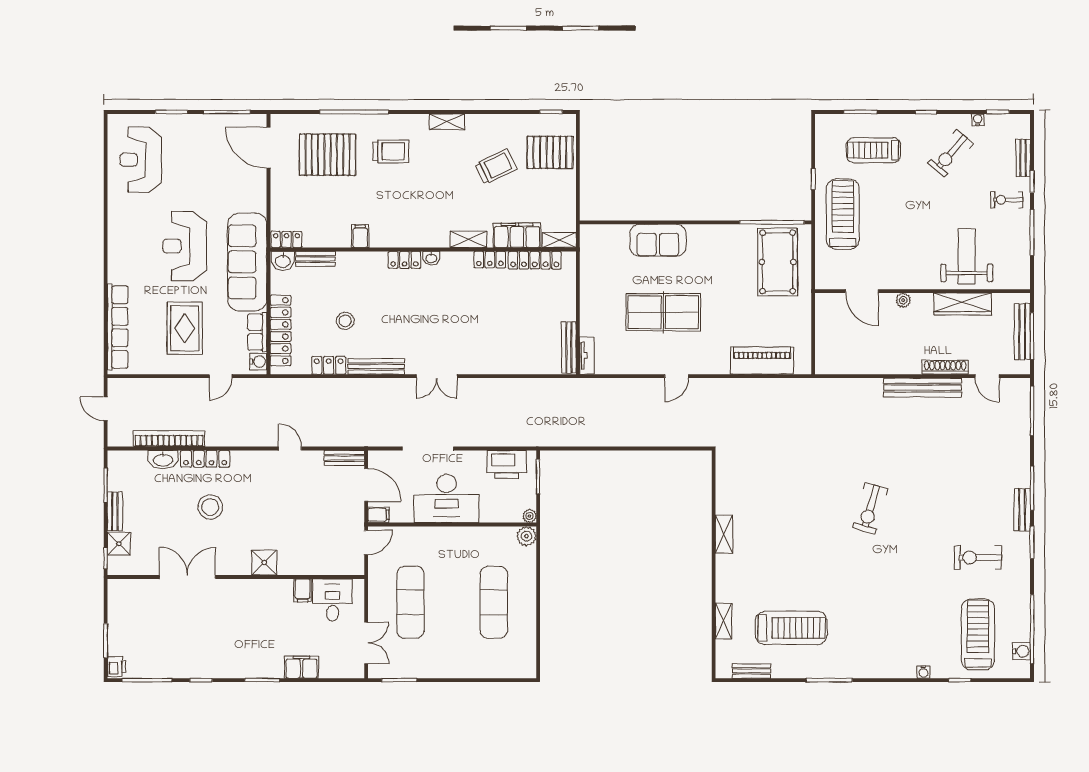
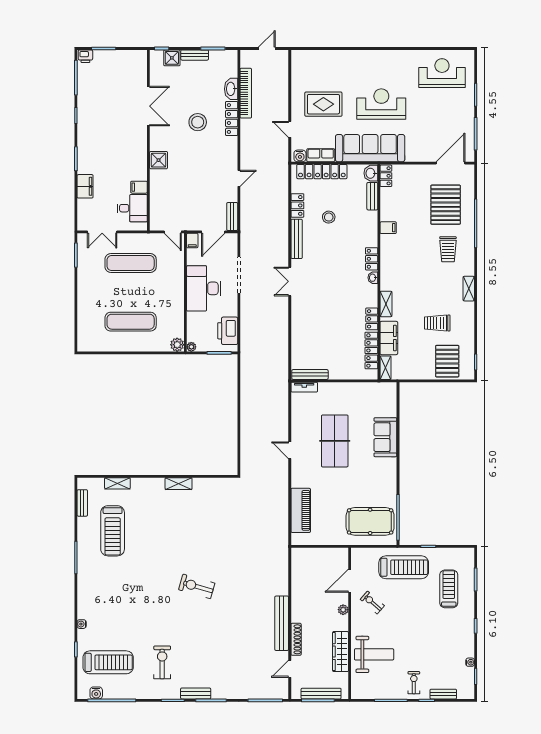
exercise bike: (951, 153) -> (372, 602), moved, width x0.73, depth x0.72
trolley: (496, 167) -> (437, 323), turned 116
row of seats: (118, 327) -> (324, 57), removed

